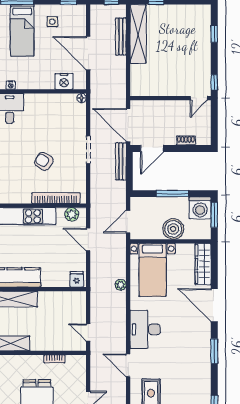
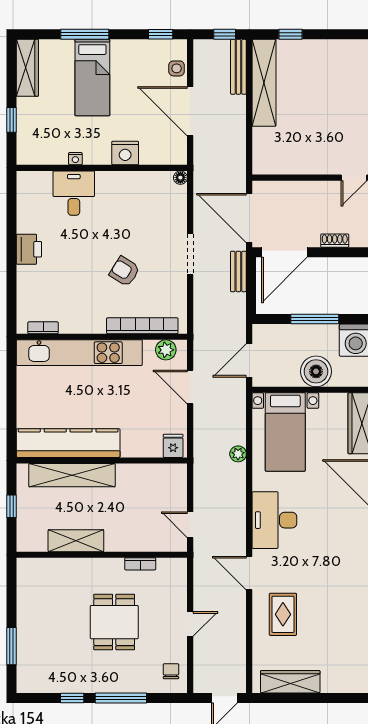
side table: (52, 22) -> (177, 68), moved
bench: (121, 37) -> (238, 67), moved
nightstand: (64, 81) -> (125, 153), moved
door: (152, 148) -> (284, 252), width x1.36
bench: (121, 161) -> (238, 271), width x0.73

